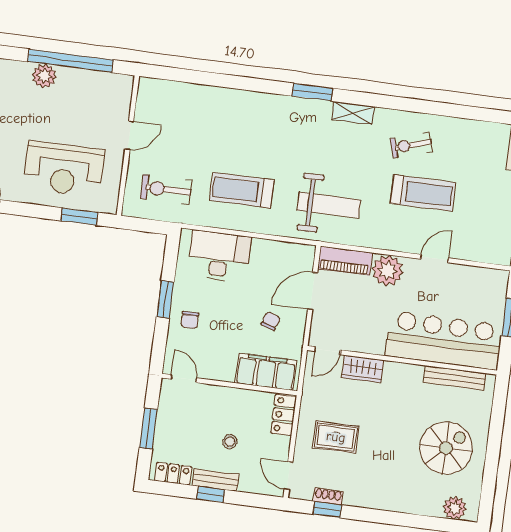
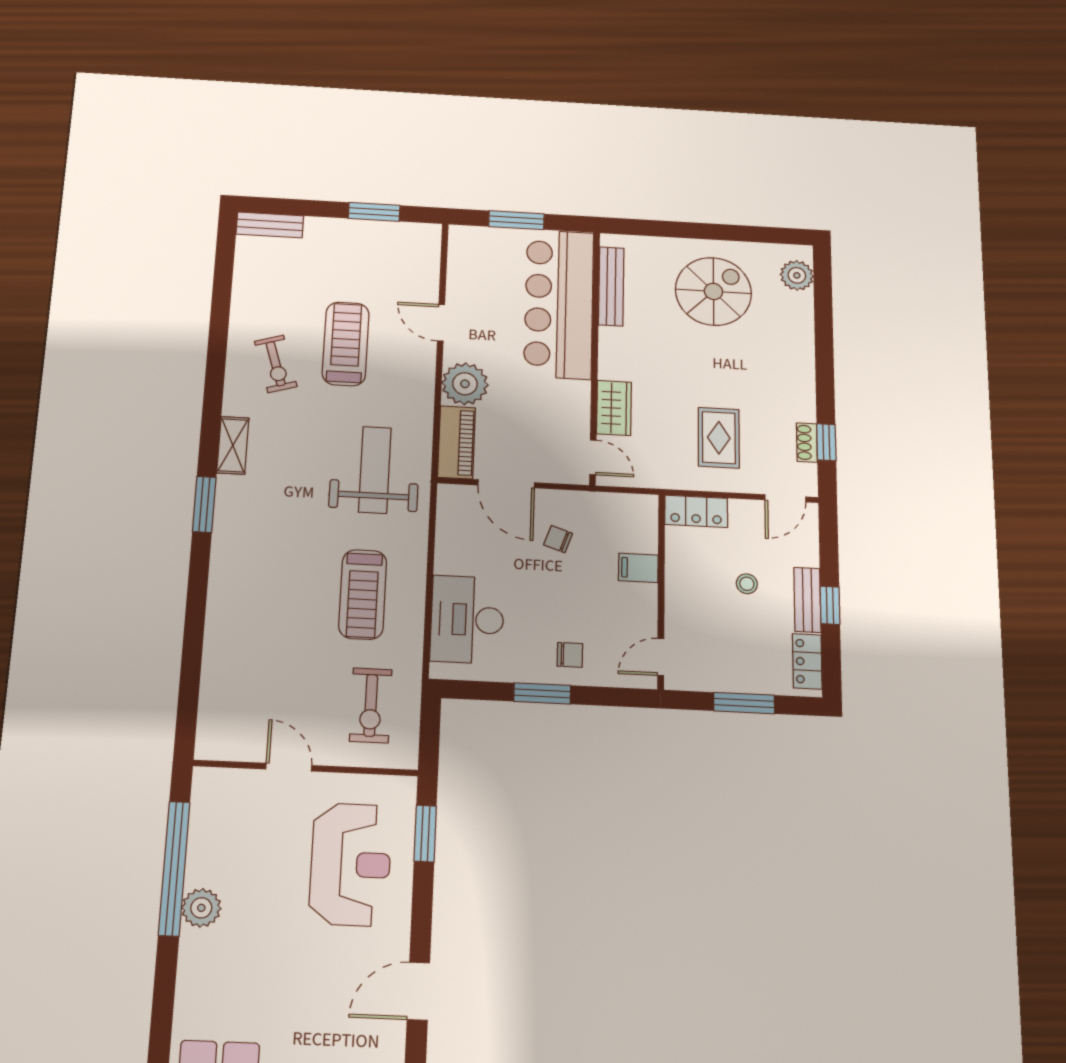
filing cabinet: (266, 372) -> (638, 568), width x0.33, depth x0.86
spiral stairs: (446, 448) -> (713, 291), turned 90

